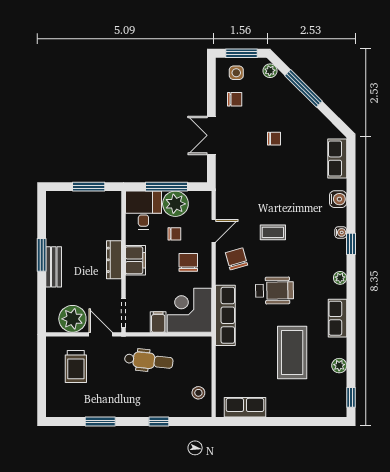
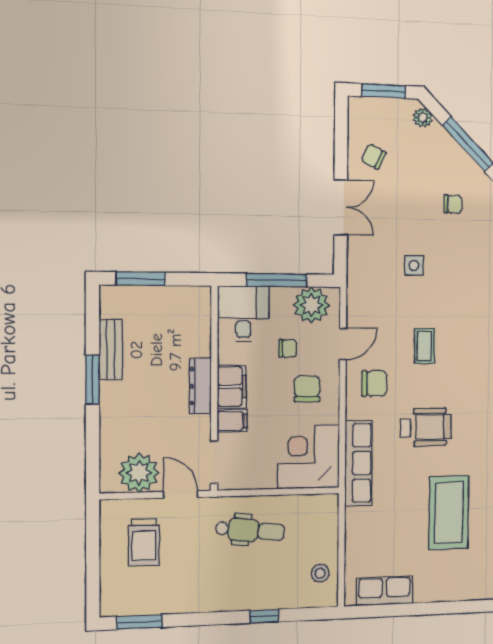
side table: (236, 73) -> (414, 266), moved
chair: (235, 99) -> (374, 157), turned -153
double door: (211, 135) -> (341, 207), swing flipped
chair: (274, 139) -> (453, 204), moved
window: (89, 187) -> (141, 279), moved
plant: (175, 204) -> (311, 305), moved
coffee table: (273, 232) -> (424, 346), turned 90
chair: (236, 259) -> (374, 383), turned 106
bench: (54, 267) -> (111, 349), moved
filing cabinet: (158, 322) -> (232, 421), moved, turned 90
window: (100, 421) -> (139, 622), moved

